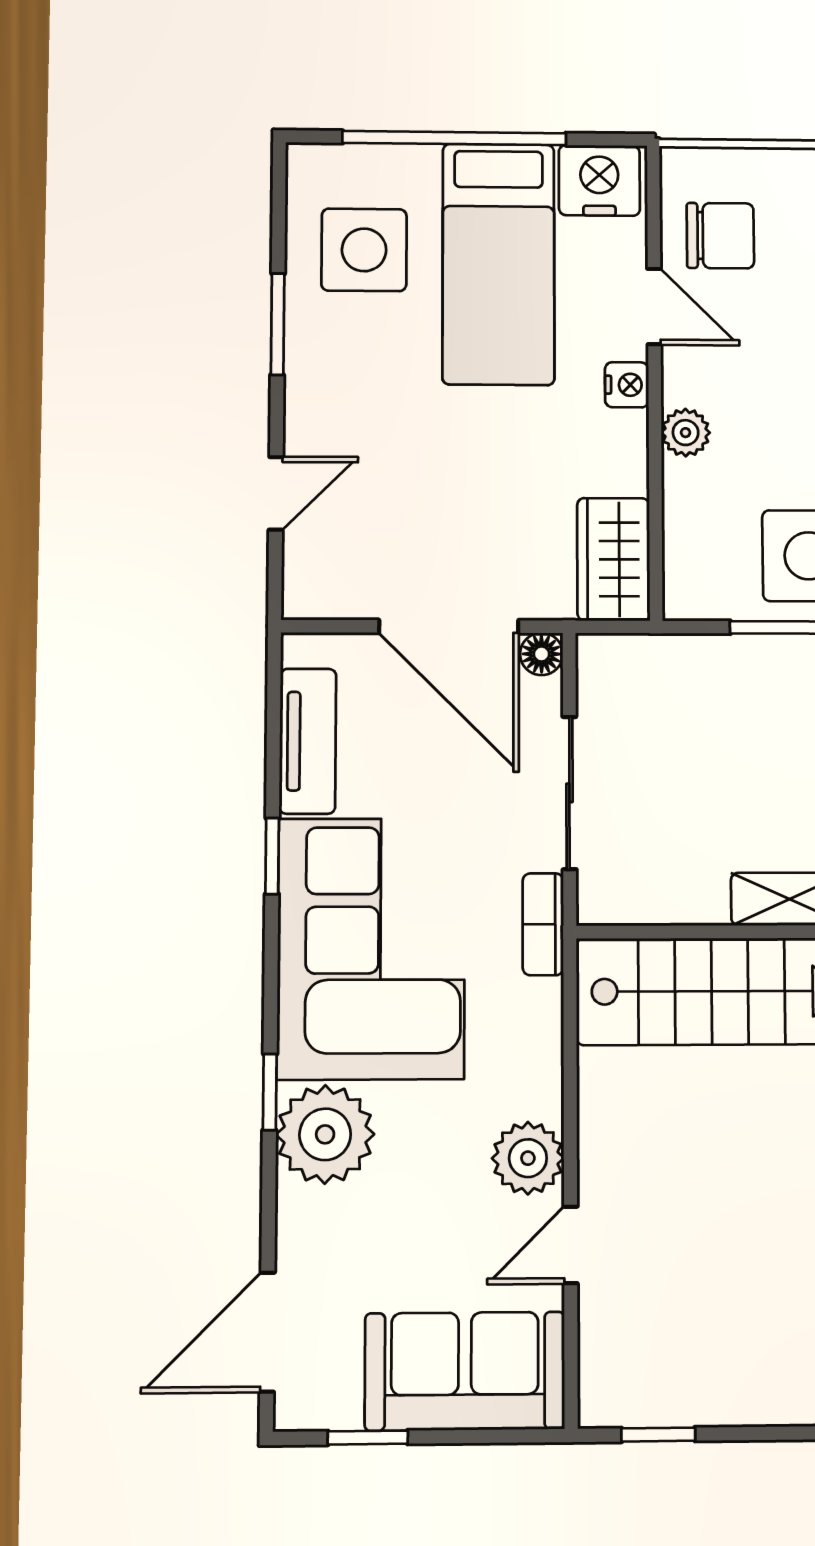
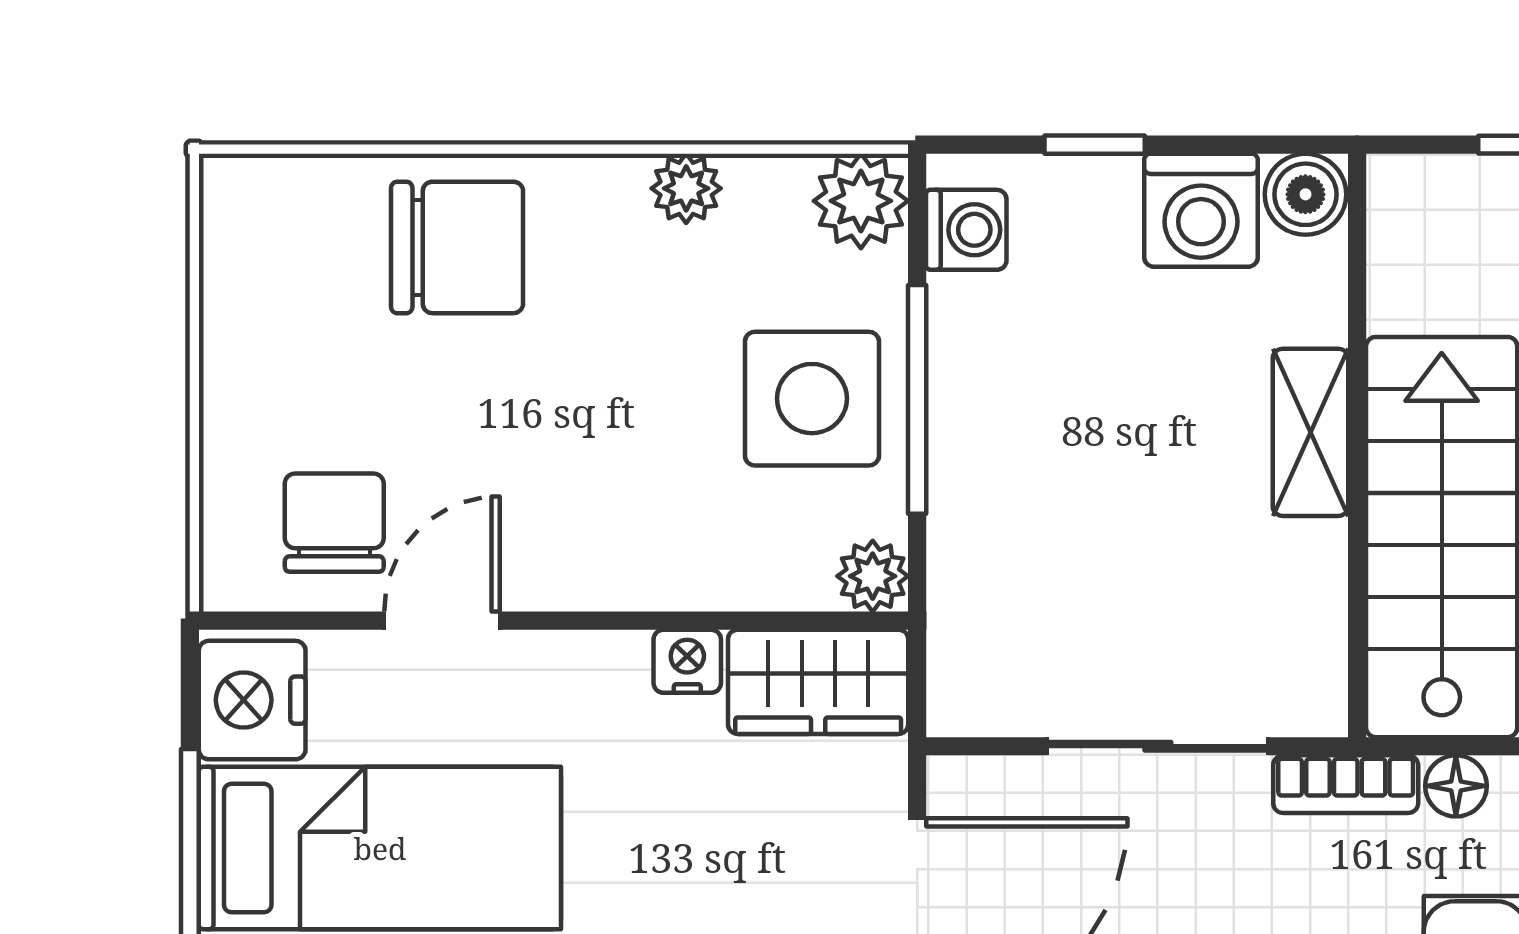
nightstand: (627, 385) -> (687, 661), moved
plant: (686, 433) -> (873, 576), moved
floor lamp: (541, 654) -> (1456, 786), moved

